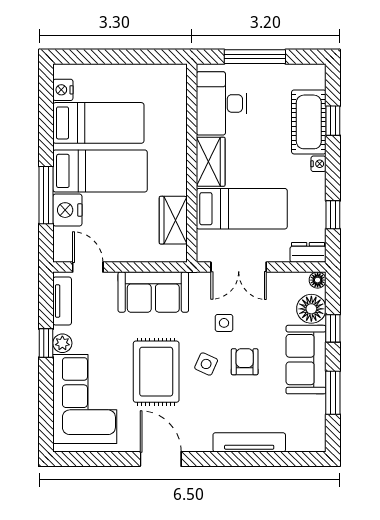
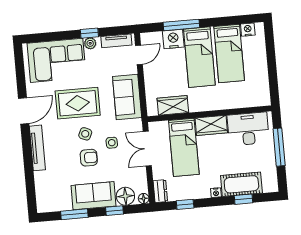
tv unit: (249, 442) -> (37, 148), moved

